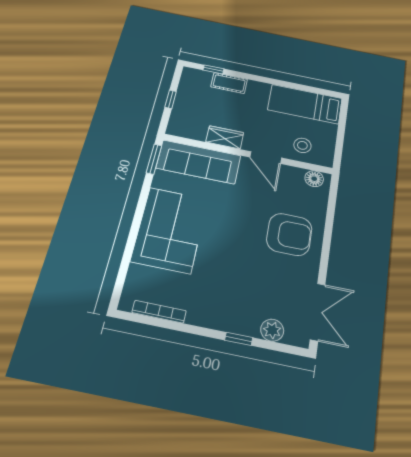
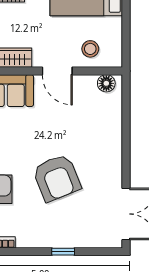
armchair: (289, 234) -> (57, 178), moved, turned 68
plant: (272, 330) -> (90, 238), removed

